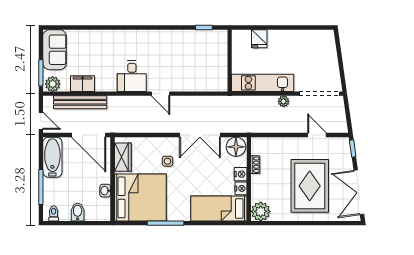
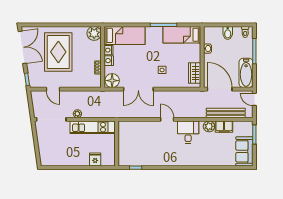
plant: (53, 84) -> (209, 126), moved
double door: (200, 135) -> (138, 89), swing flipped
bed: (140, 197) -> (182, 35), width x0.49

